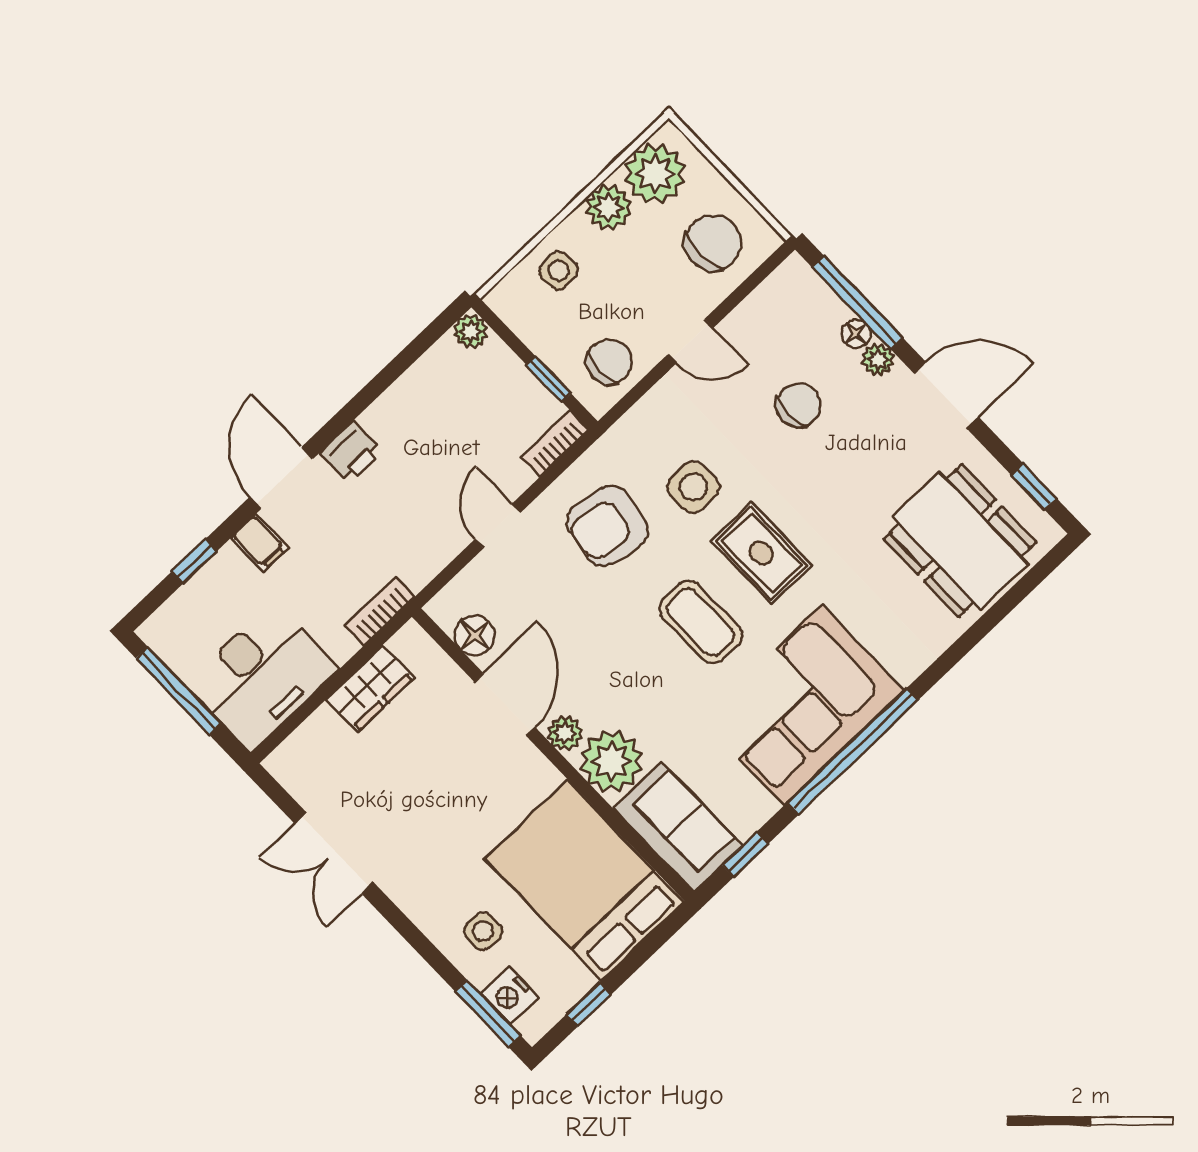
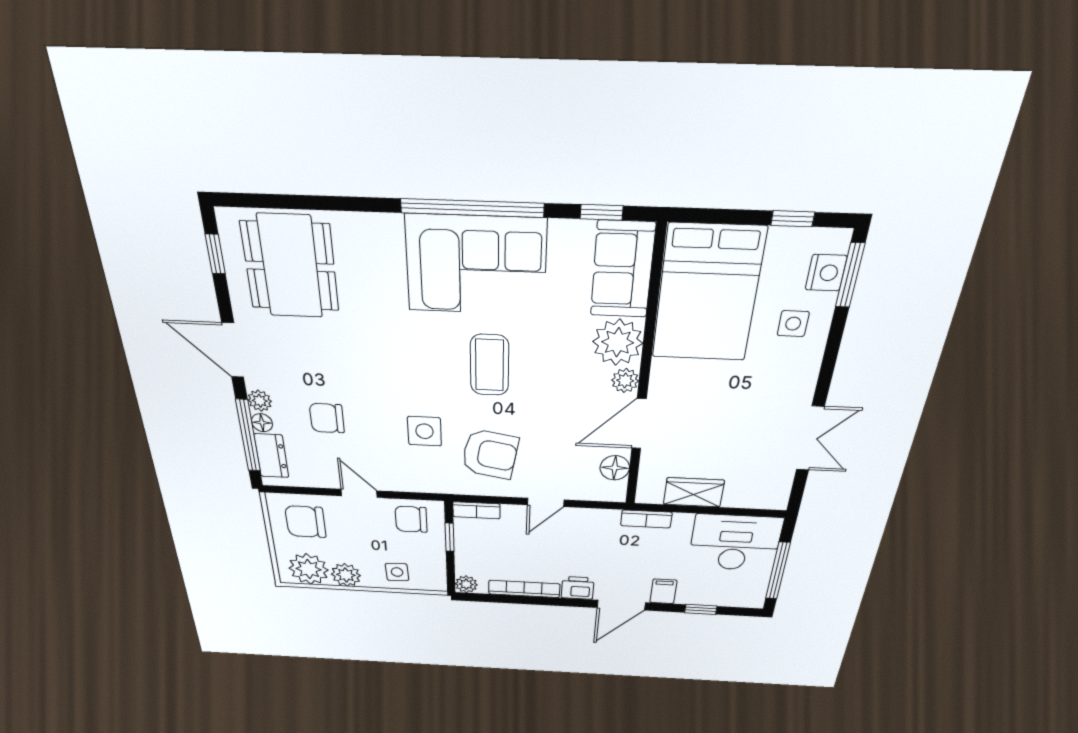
dresser: (816, 300) -> (271, 456), added
bookcase: (404, 390) -> (524, 589), added
rug: (761, 553) -> (419, 368), removed

